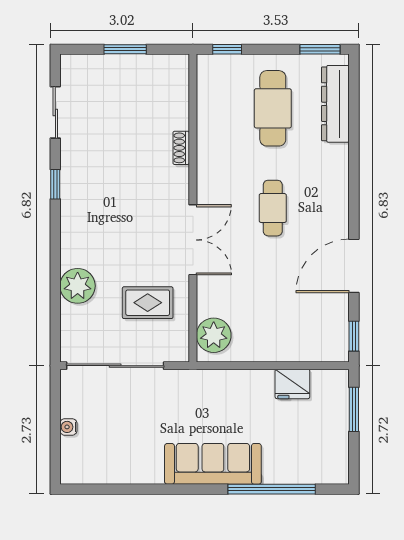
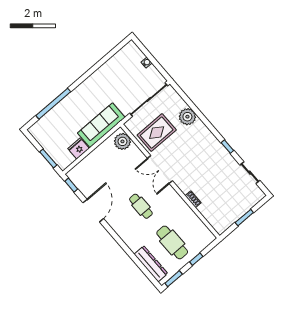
window: (227, 49) -> (196, 259), moved
rug: (148, 303) -> (157, 133), width x1.36, depth x1.43
sofa: (213, 464) -> (101, 125), moved, turned 180

